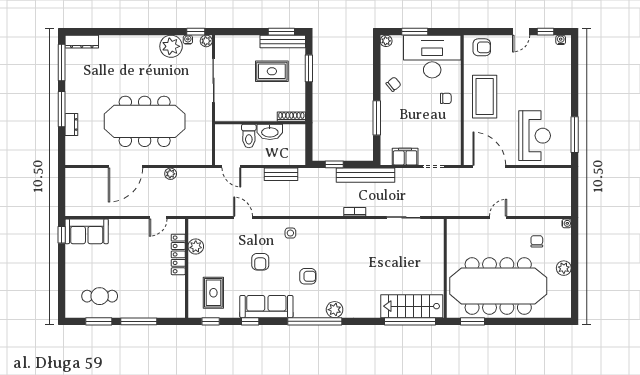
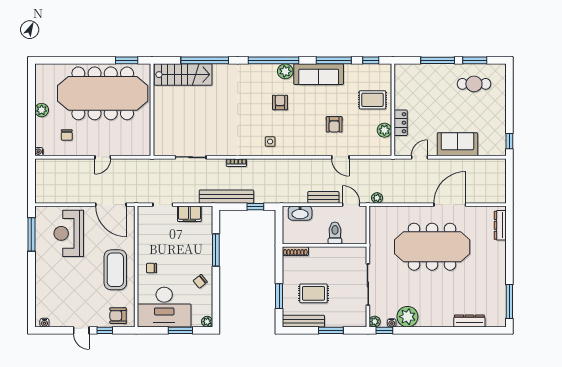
window: (281, 32) -> (331, 330), moved
door: (521, 32) -> (81, 330), swing flipped
window: (545, 32) -> (105, 330), moved
dresser: (82, 42) -> (469, 321), moved
window: (62, 109) -> (509, 258), removed
dresser: (71, 124) -> (500, 225), moved, width x1.44
washbasin: (270, 132) -> (300, 213), moved, turned 180
plant: (171, 174) -> (377, 198), moved
bench: (281, 174) -> (323, 197), moved
sofa: (87, 231) -> (457, 144), moved
side table: (290, 233) -> (270, 142), moved
locker: (178, 254) -> (401, 123), width x0.66
armchair: (260, 262) -> (334, 124), moved, turned 180
armchair: (308, 276) -> (280, 102), turned 90
rug: (213, 293) -> (373, 100), moved, turned 90
plant: (335, 310) -> (285, 71), moved
window: (250, 321) -> (334, 60), width x2.17
window: (410, 321) -> (205, 60), moved

